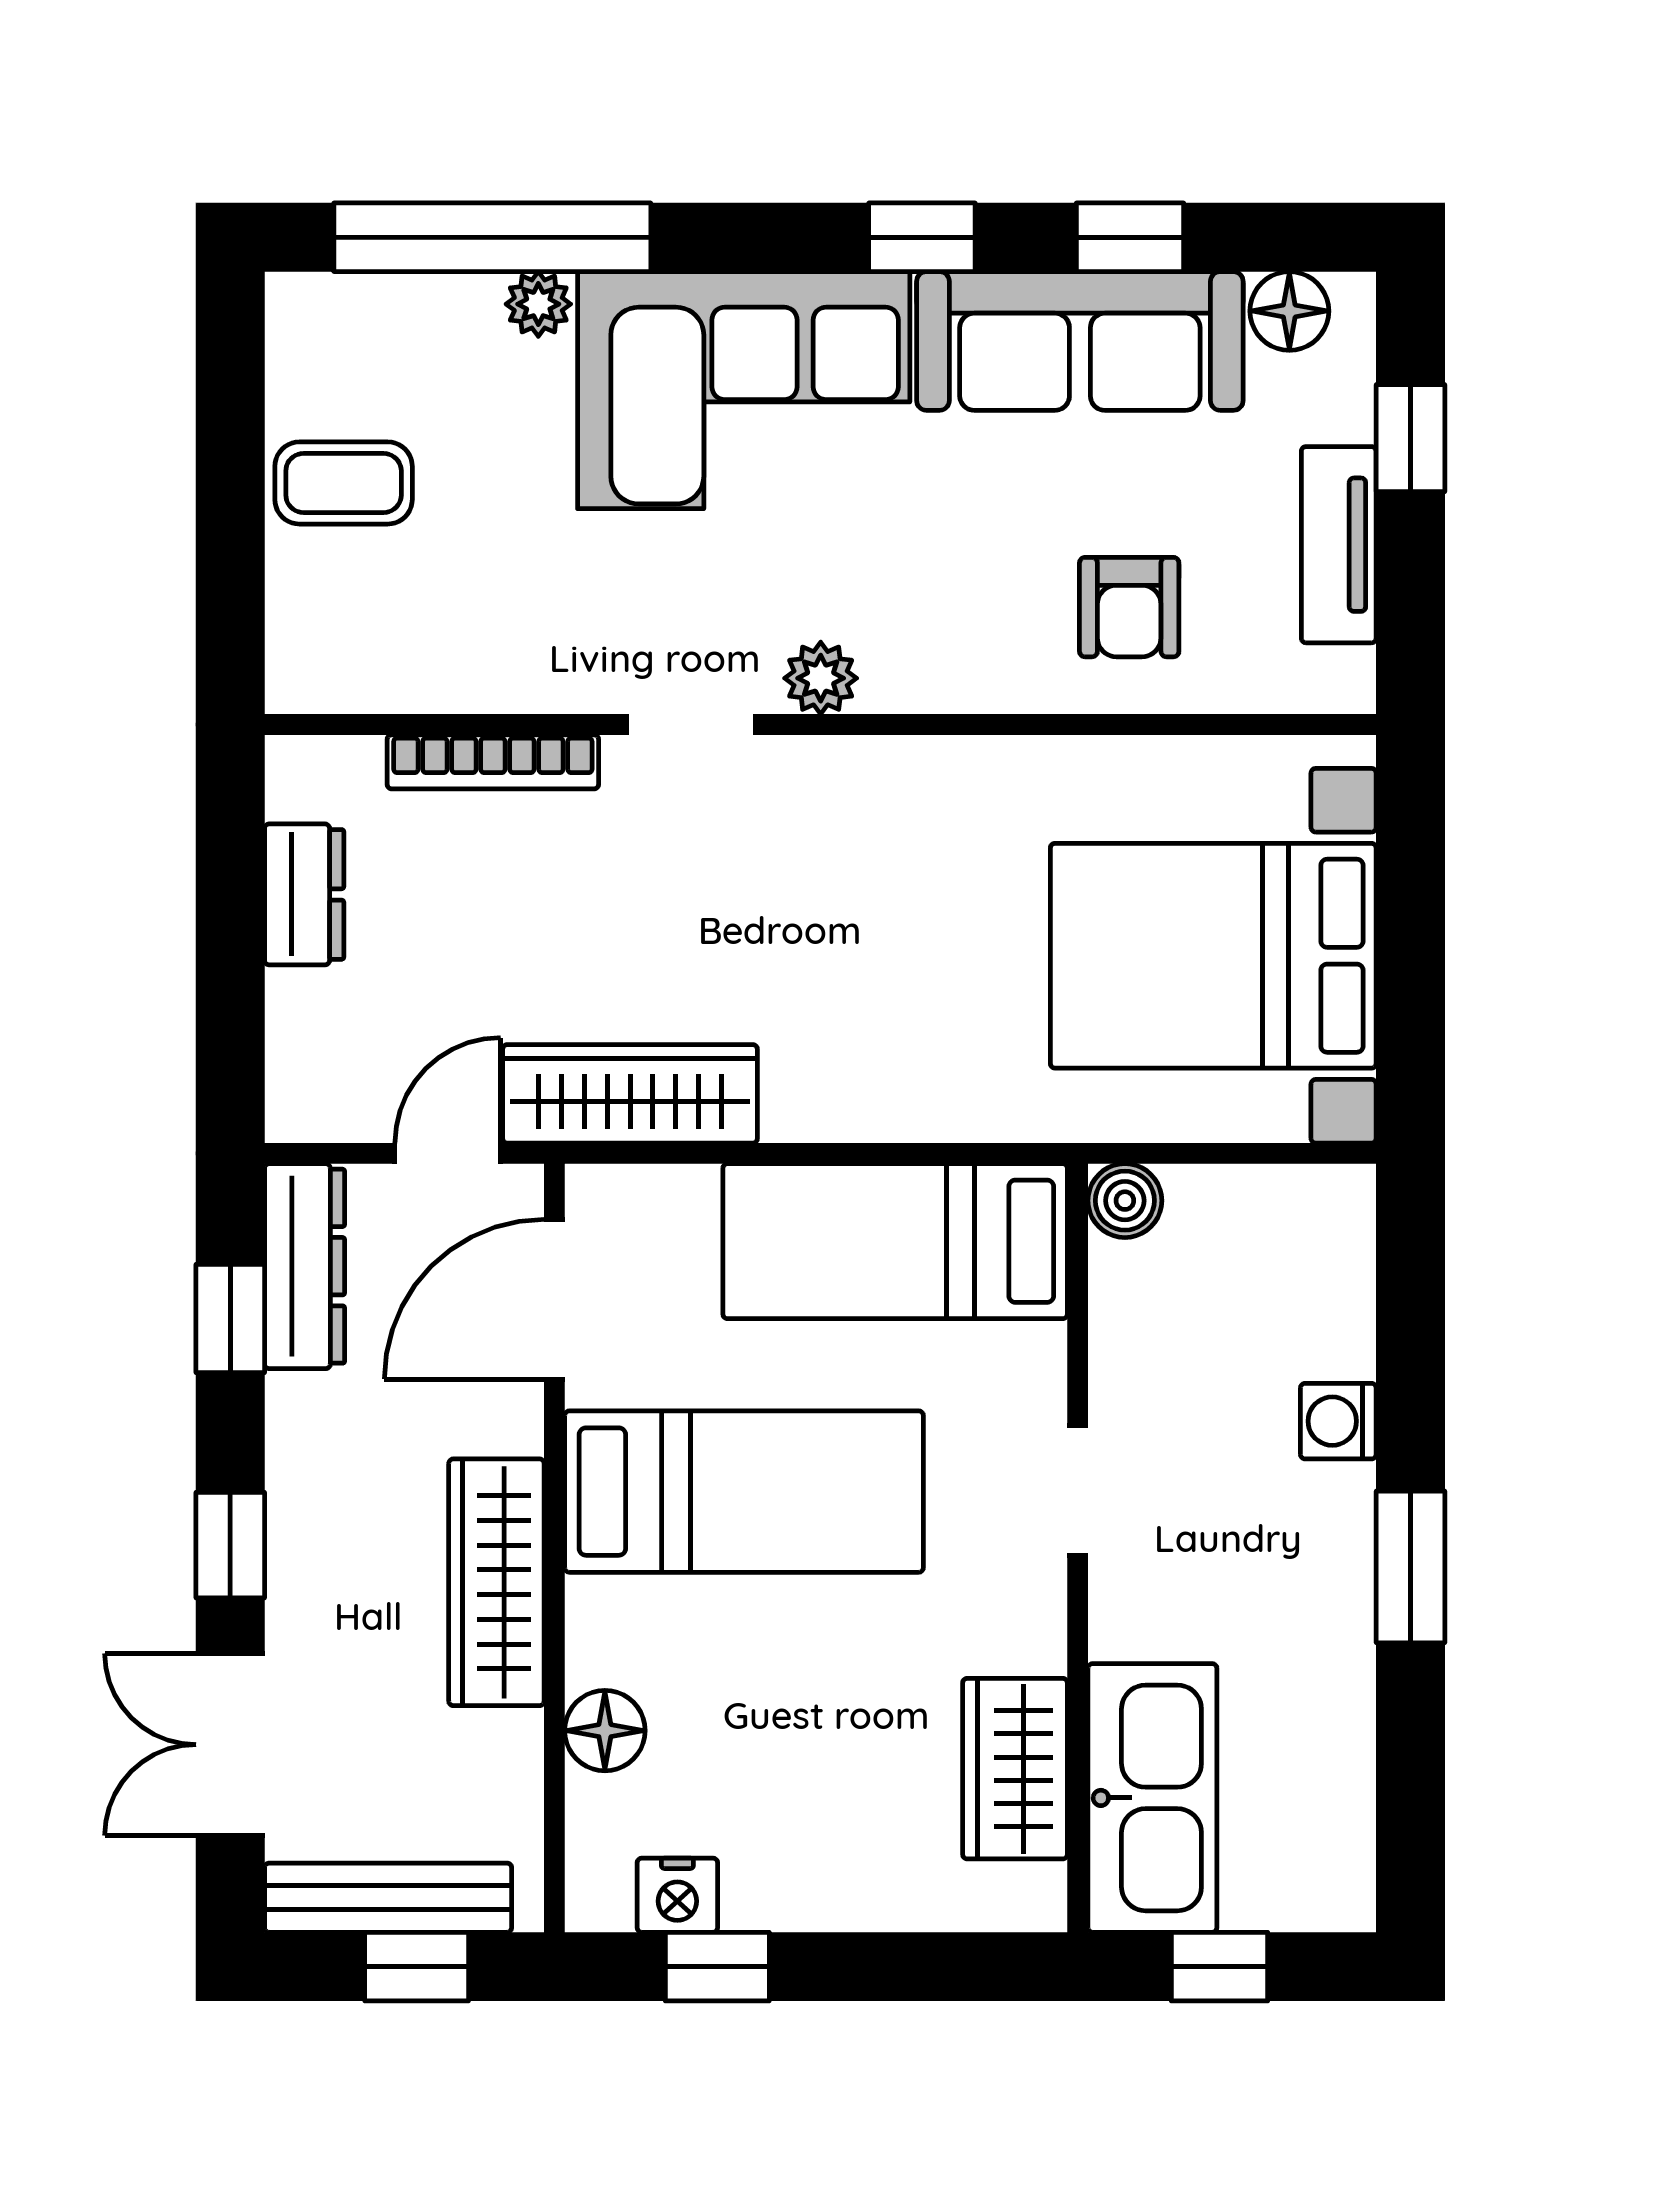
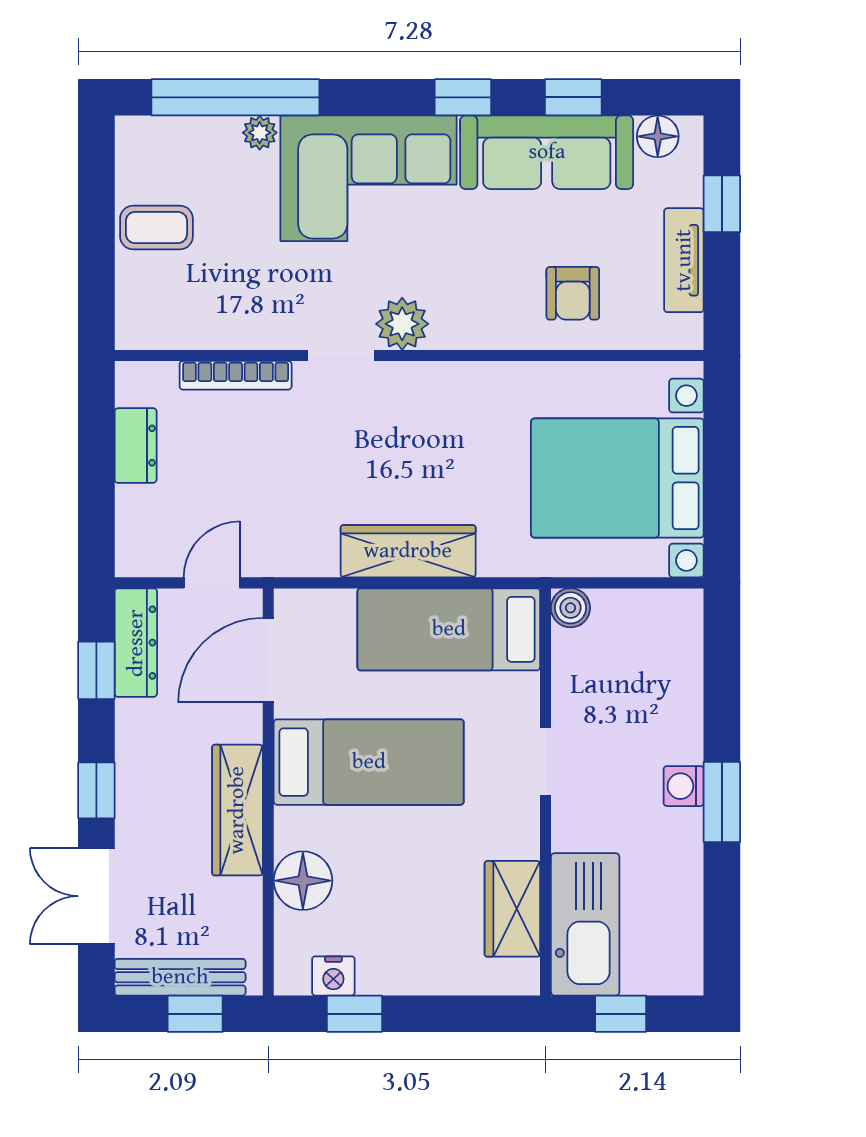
plant: (821, 678) -> (402, 324), width x1.38, depth x1.38
wardrobe: (630, 1094) -> (408, 551), moved
washing machine: (1338, 1421) -> (684, 786), moved
floor lamp: (605, 1731) -> (303, 881), width x1.38, depth x1.38

